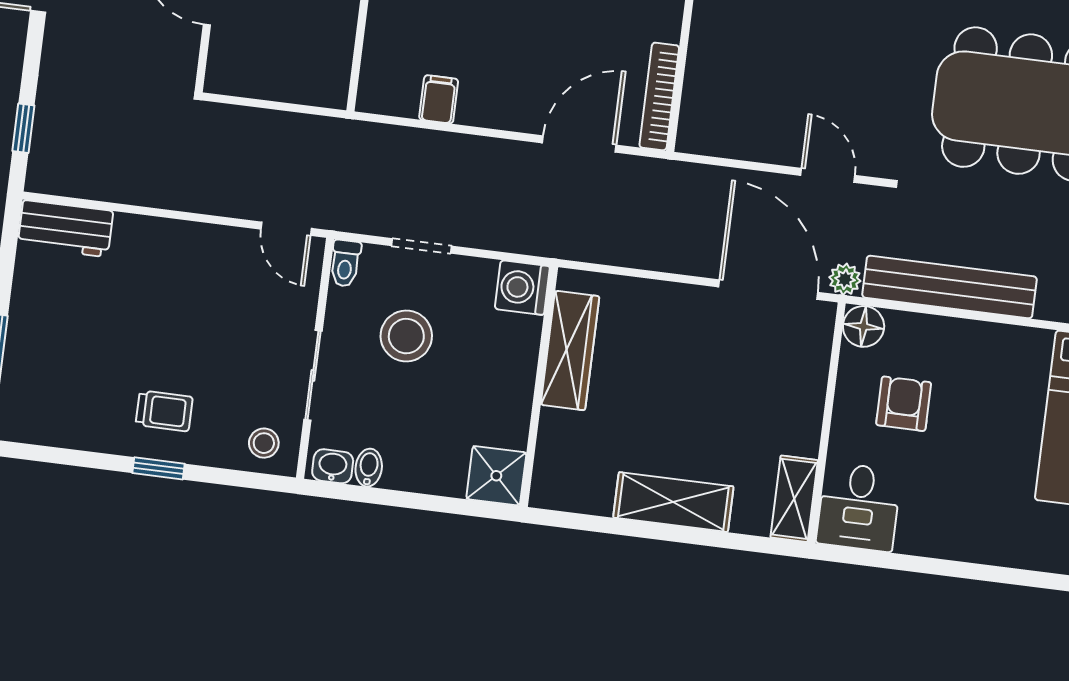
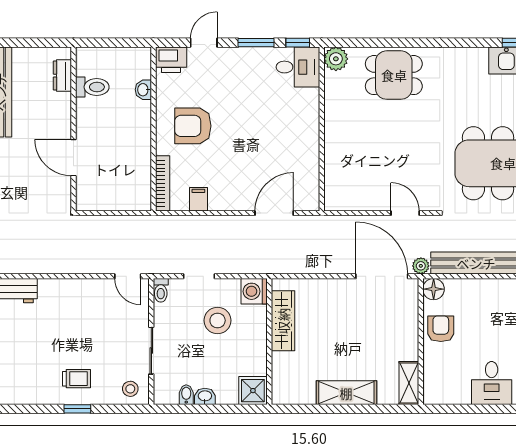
bookcase: (659, 96) -> (163, 183), moved, turned 180
stool: (406, 336) -> (218, 320), moved
armchair: (904, 404) -> (441, 329), moved
washbasin: (333, 466) -> (205, 396), moved
desk: (859, 507) -> (492, 383), moved

